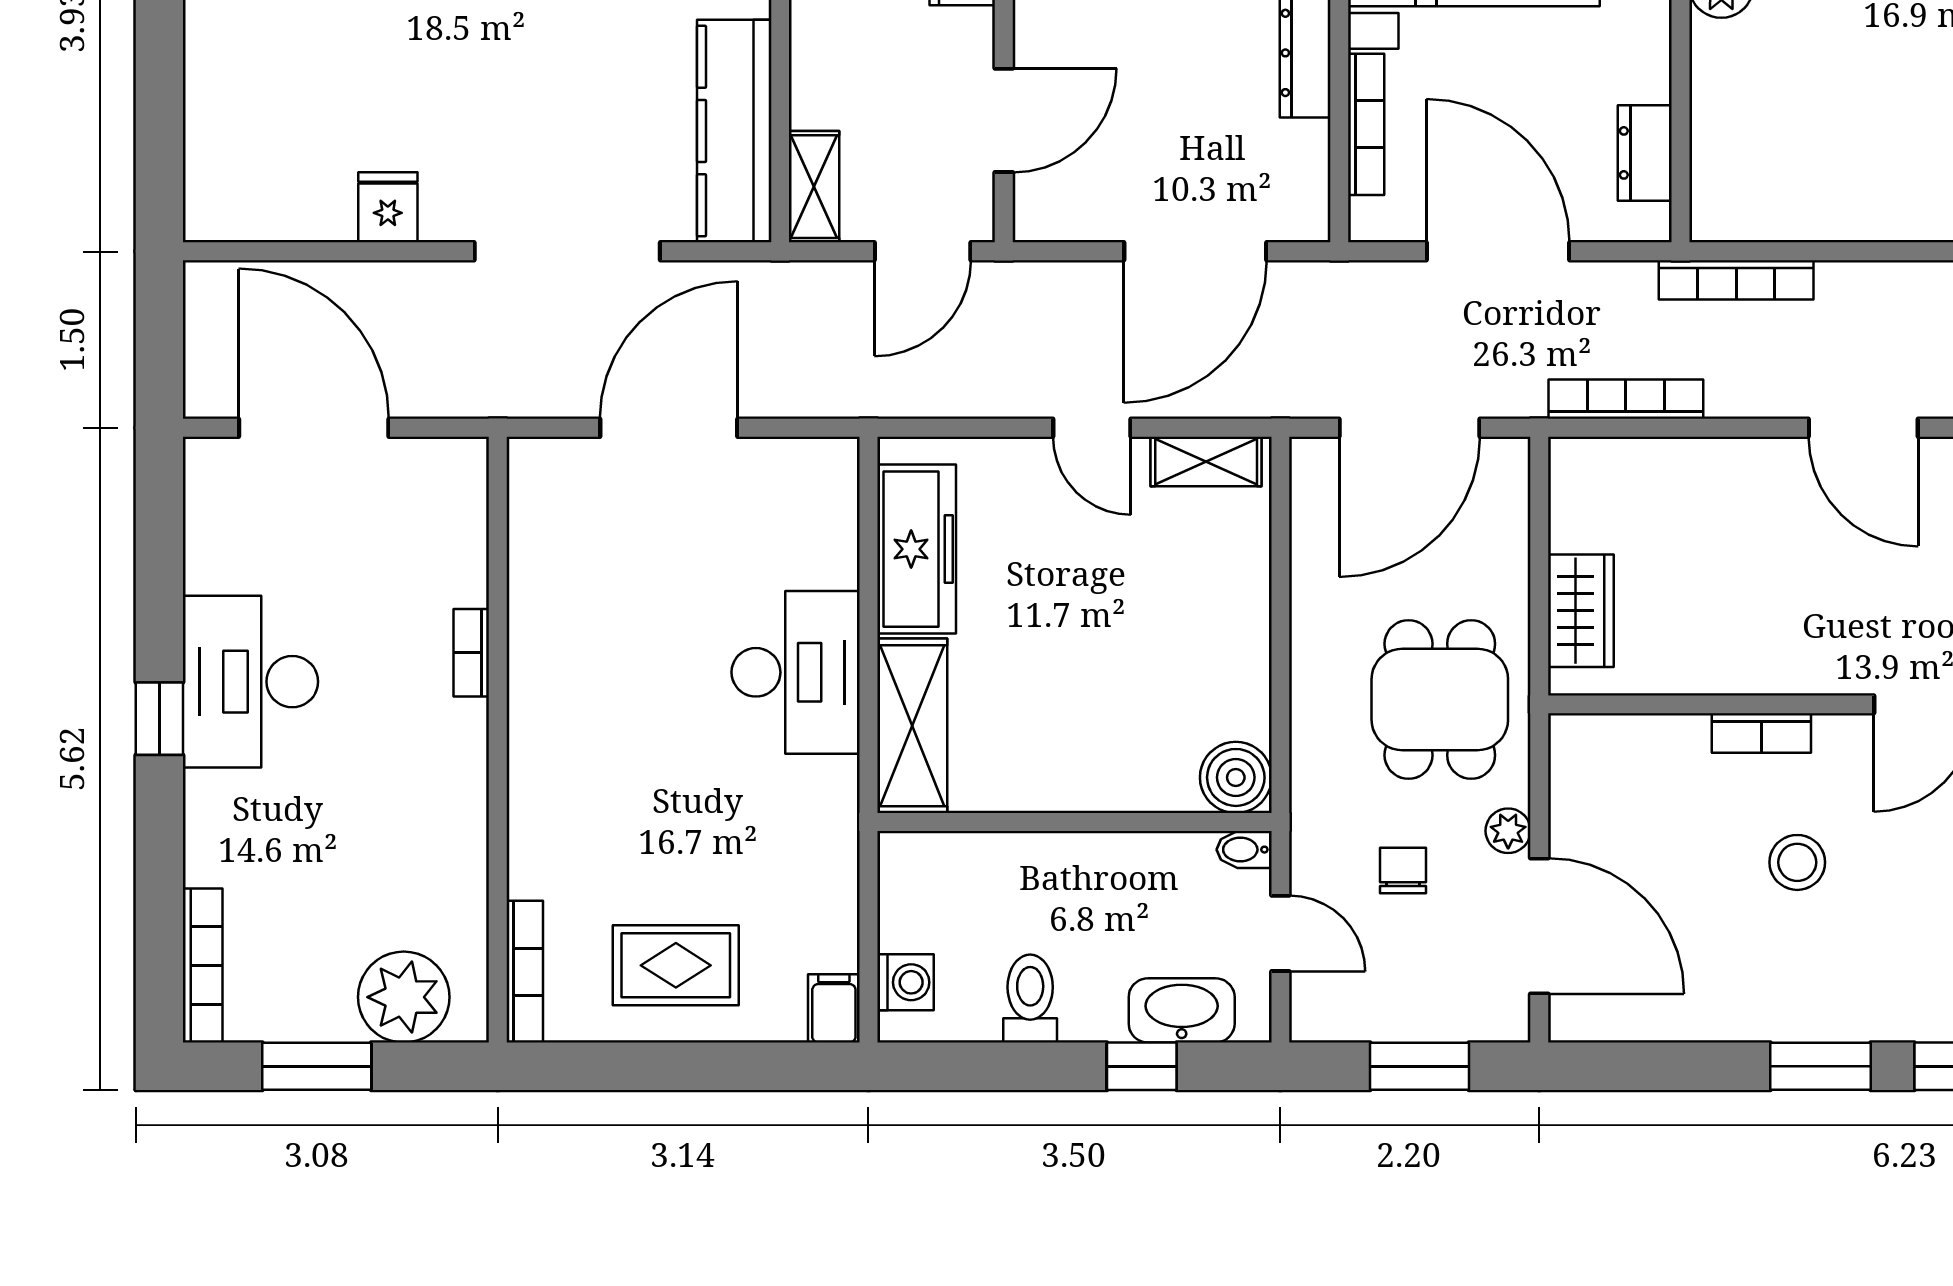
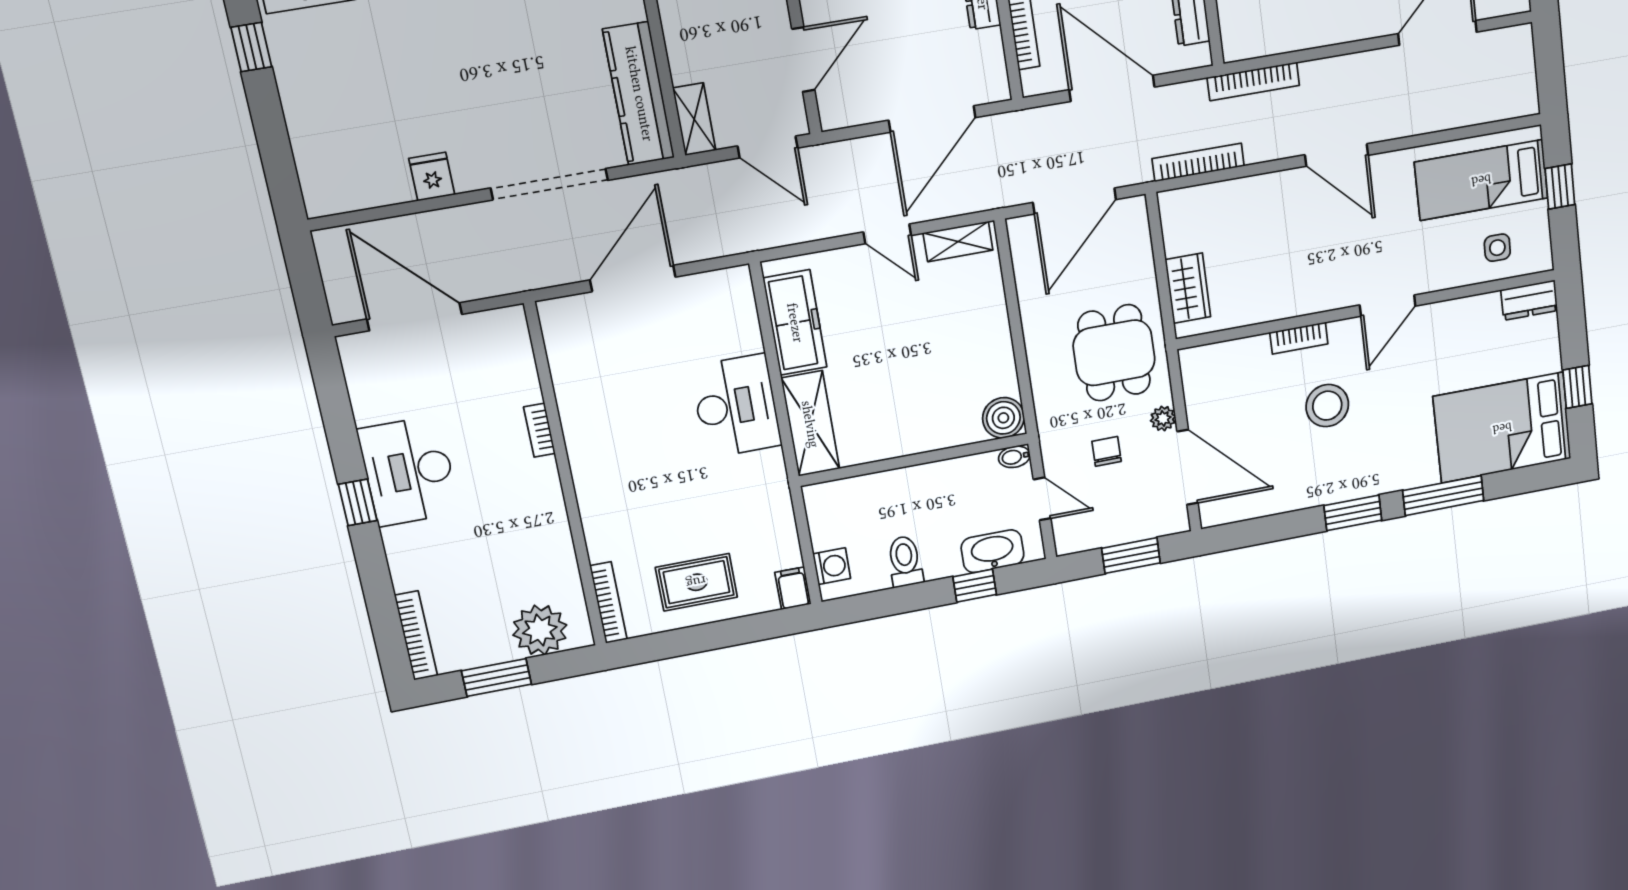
door: (923, 251) -> (768, 147), hinge flipped
stool: (1797, 862) -> (1327, 406), width x1.38, depth x1.38

